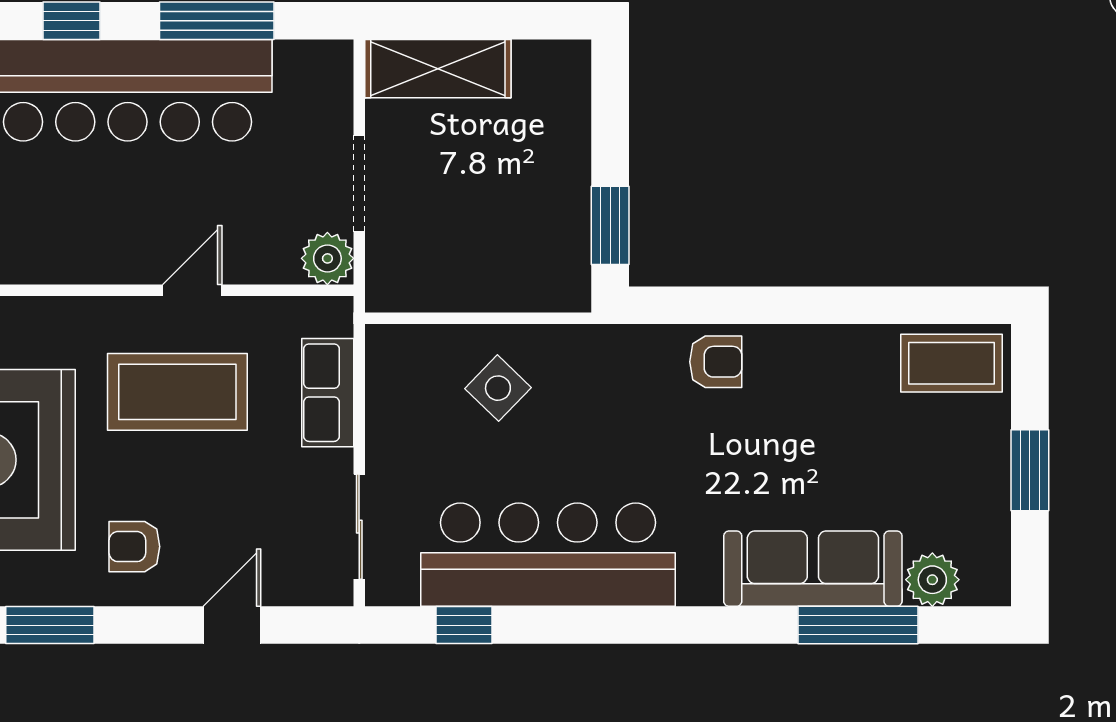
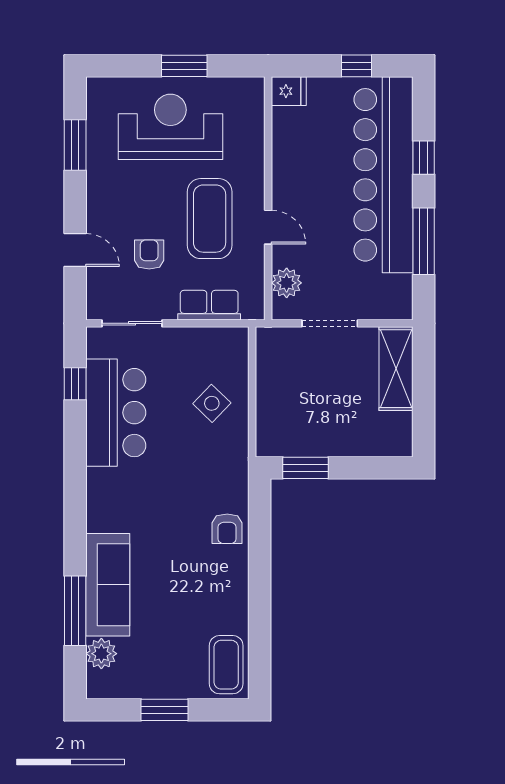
plant: (327, 258) -> (287, 283), moved
armchair: (134, 547) -> (149, 254), moved
bar counter: (548, 555) -> (116, 413), width x0.73

